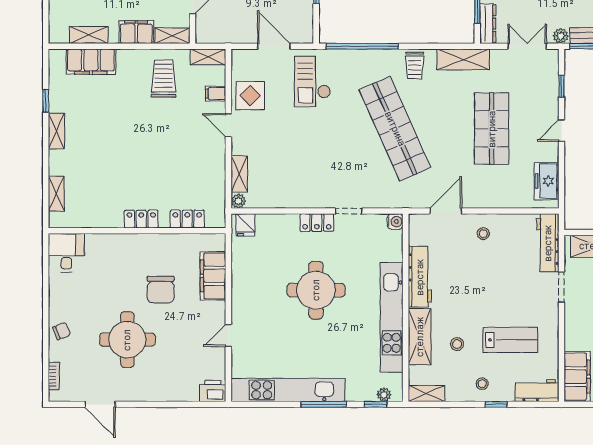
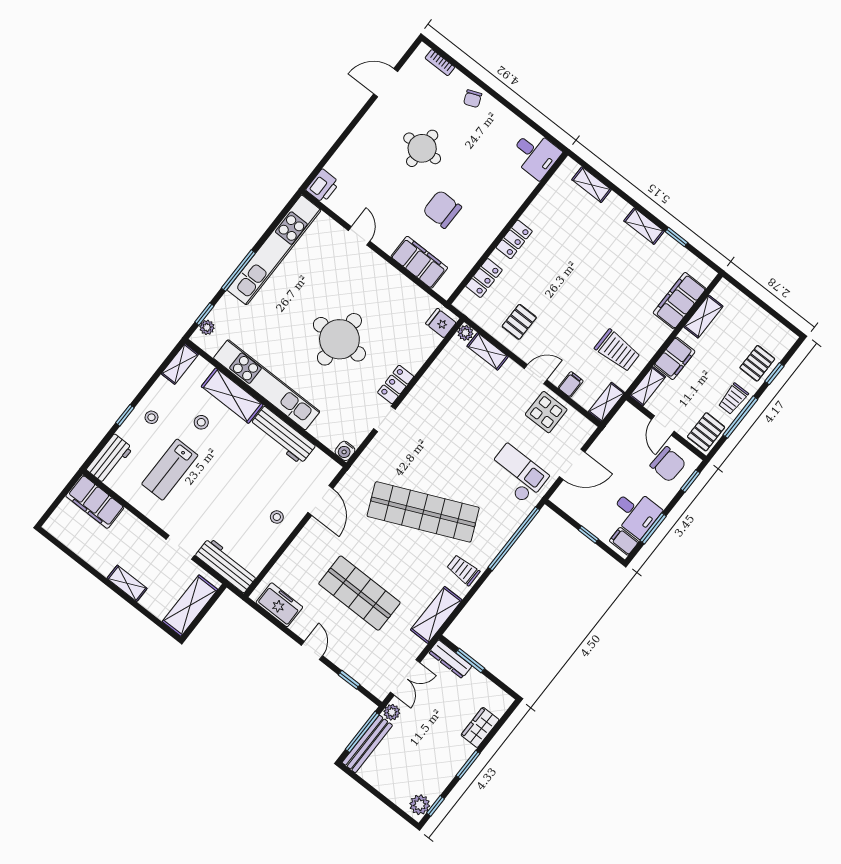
pallet: (199, 168) -> (519, 322), added
round table: (127, 340) -> (422, 148), width x0.73, depth x0.73

